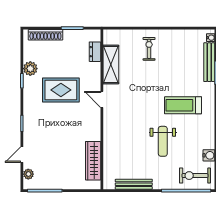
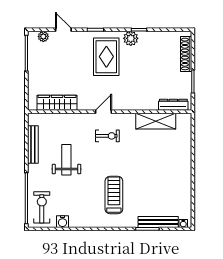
exercise bike: (149, 49) -> (107, 136), moved
dresser: (95, 52) -> (173, 105), width x1.44
plant: (30, 69) -> (131, 38), moved
rug: (61, 90) -> (106, 57), moved
door: (102, 100) -> (103, 112), moved
weight bench: (163, 141) -> (66, 160), moved, turned 90

